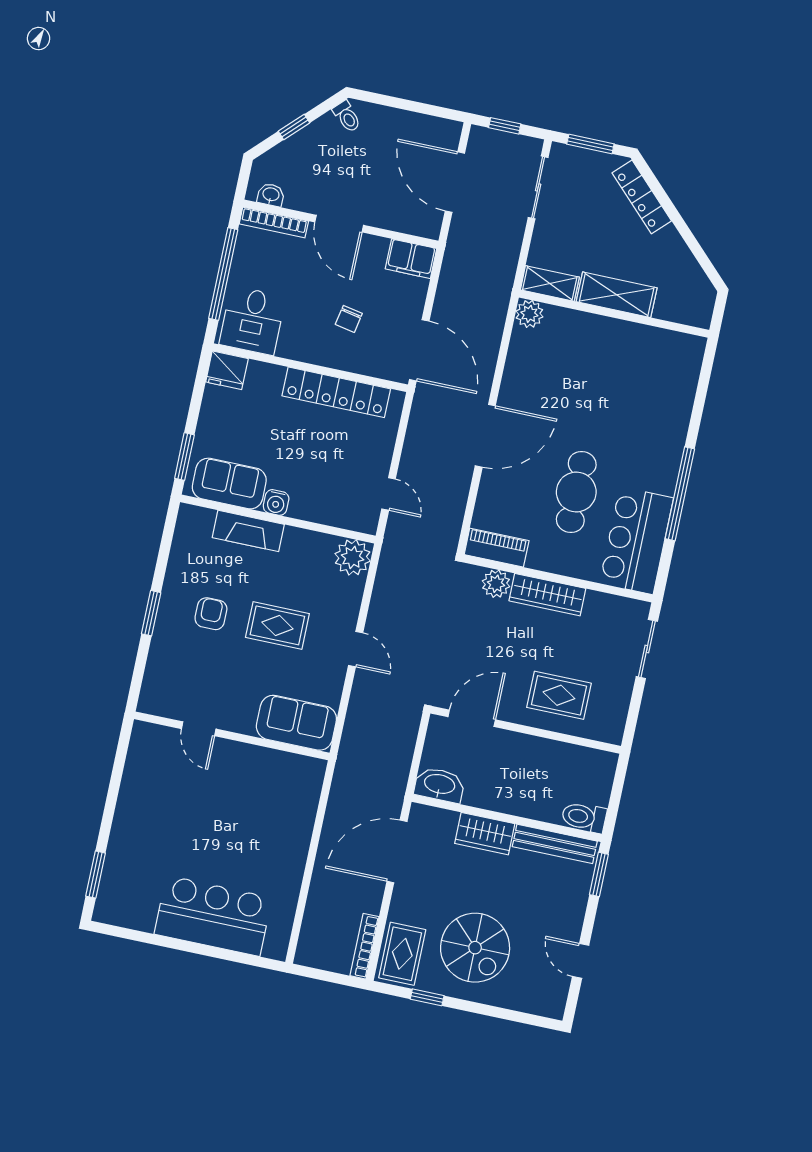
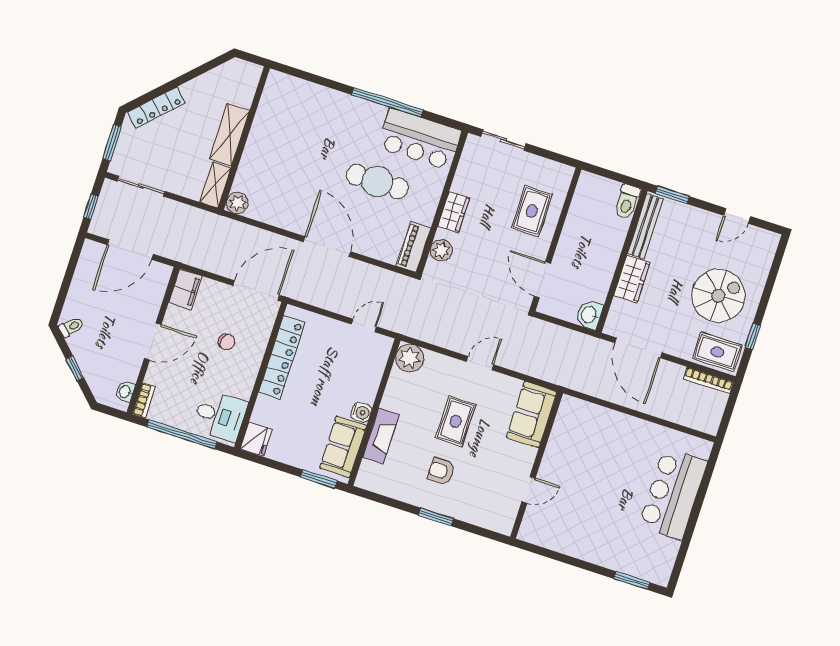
bookcase: (274, 223) -> (144, 400), width x0.64
wardrobe: (547, 595) -> (454, 212), width x0.67
washbasin: (439, 785) -> (589, 315), width x0.72

